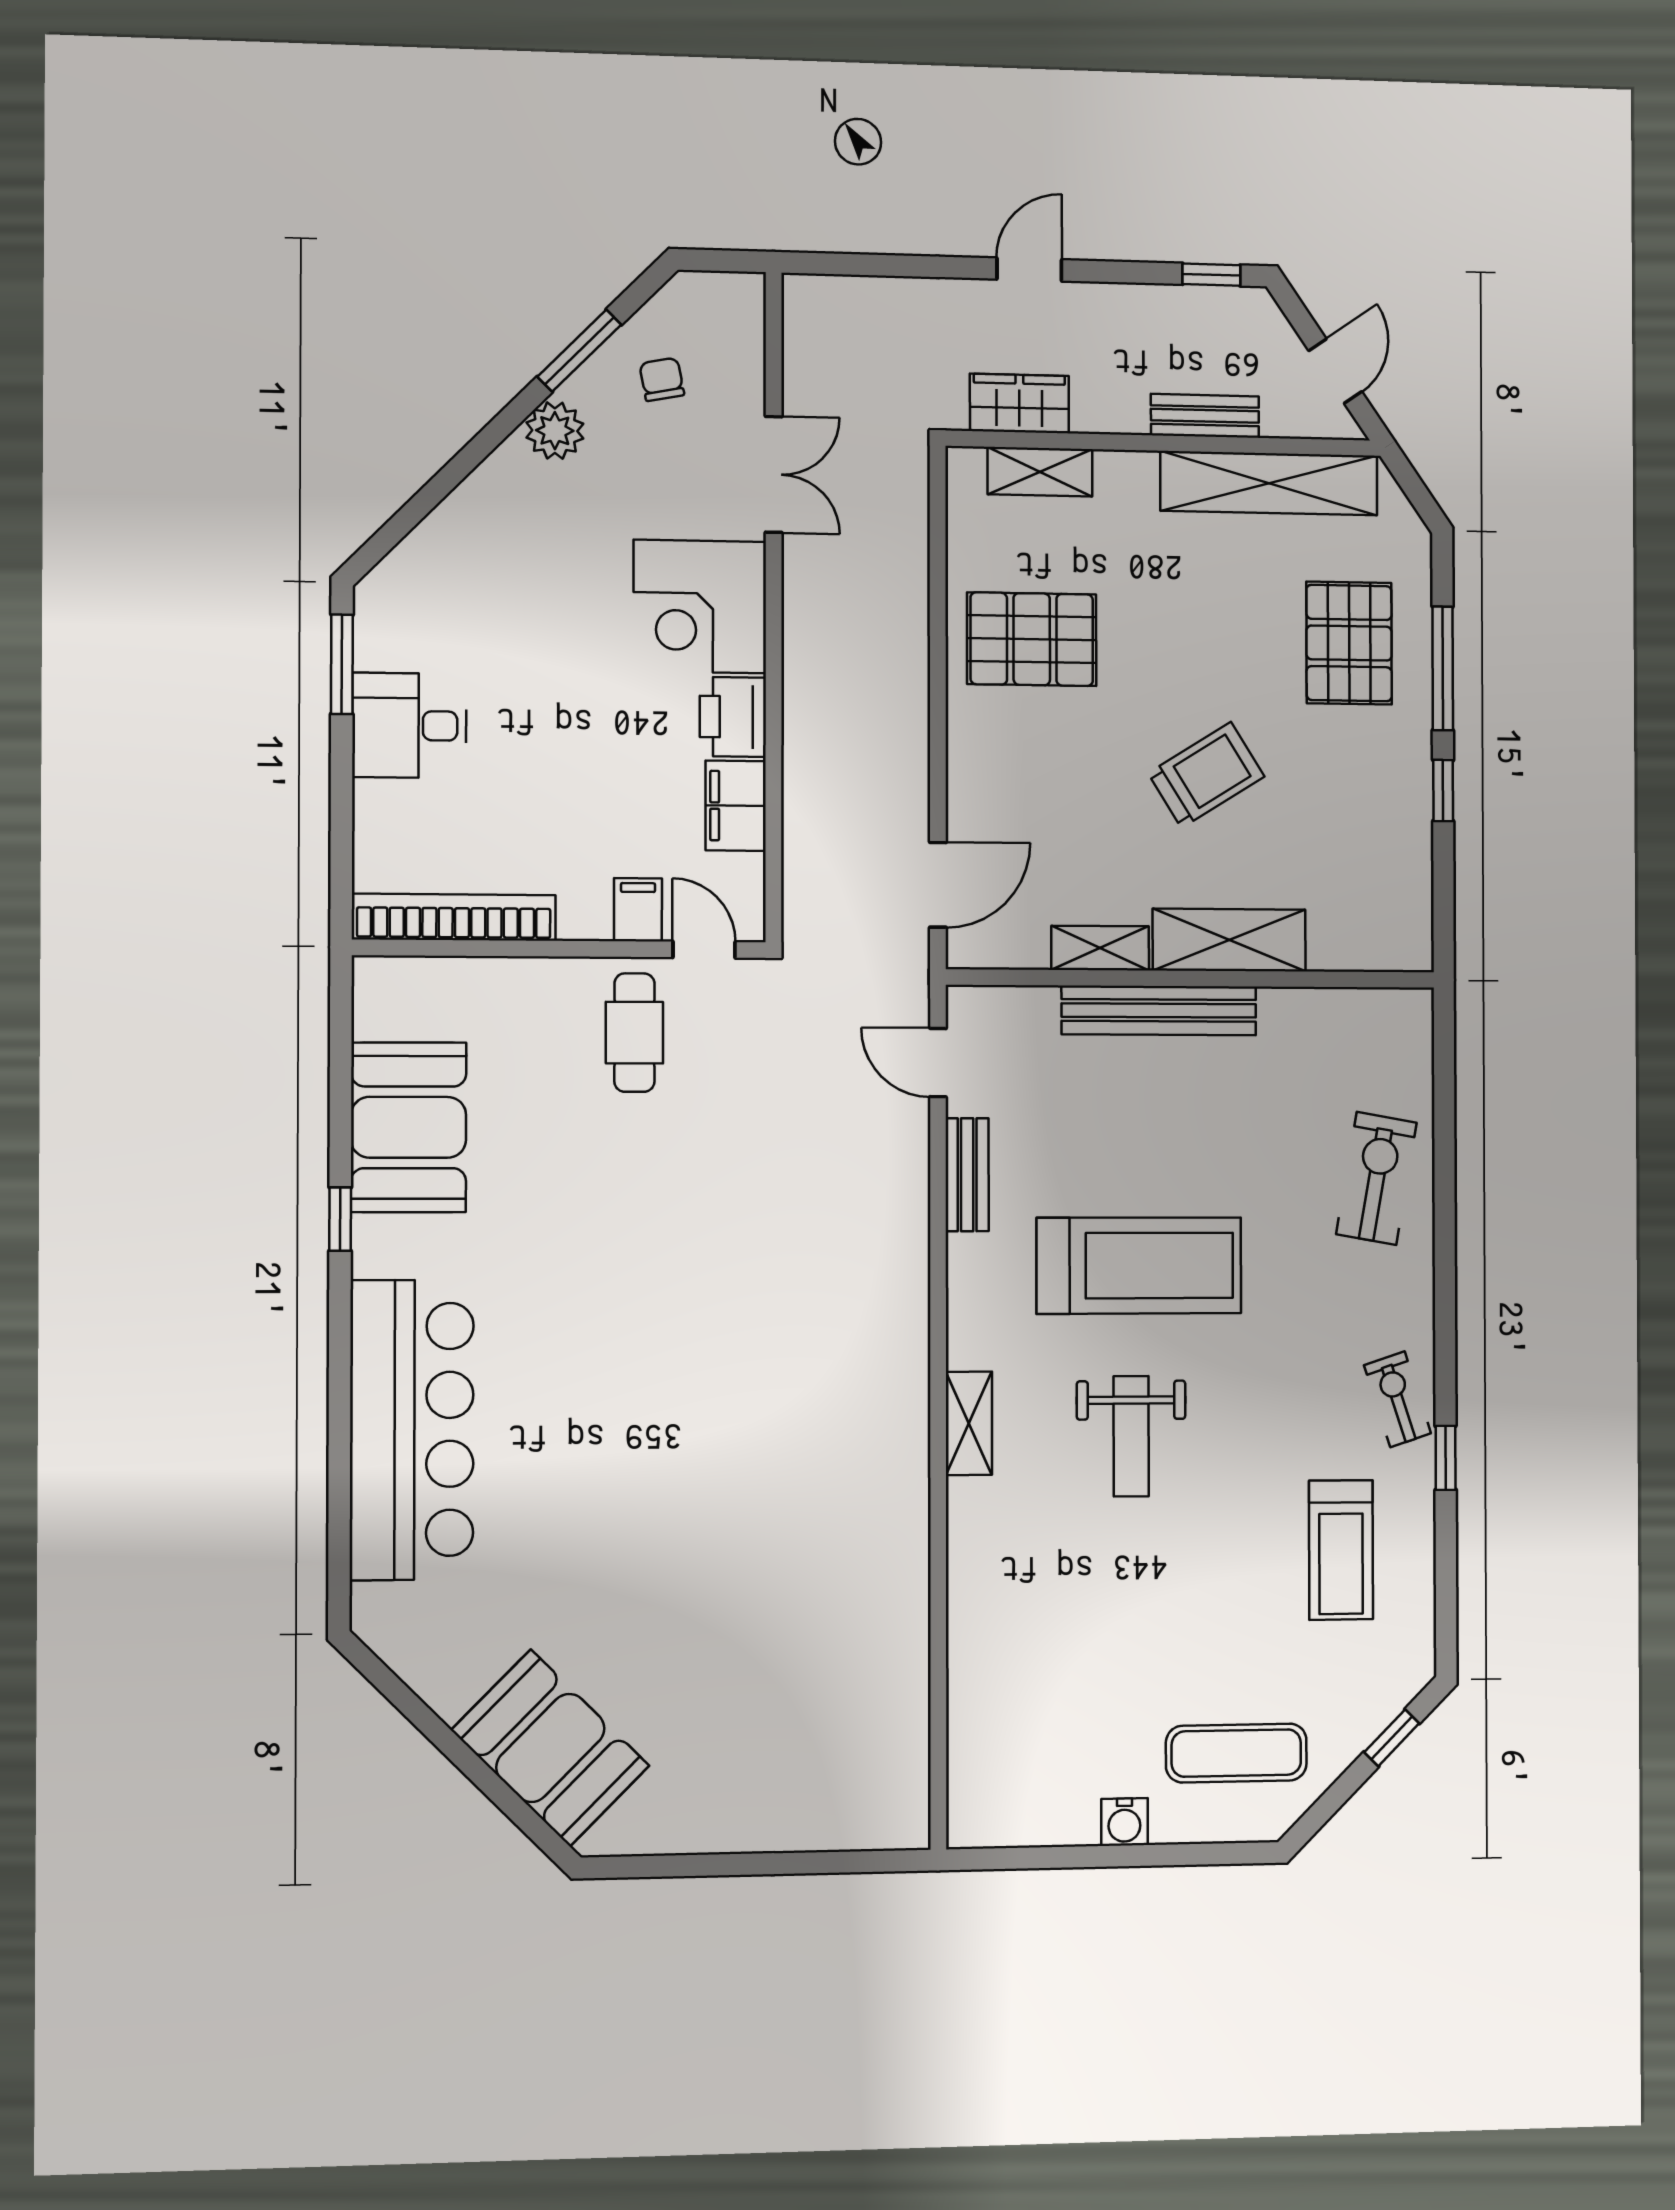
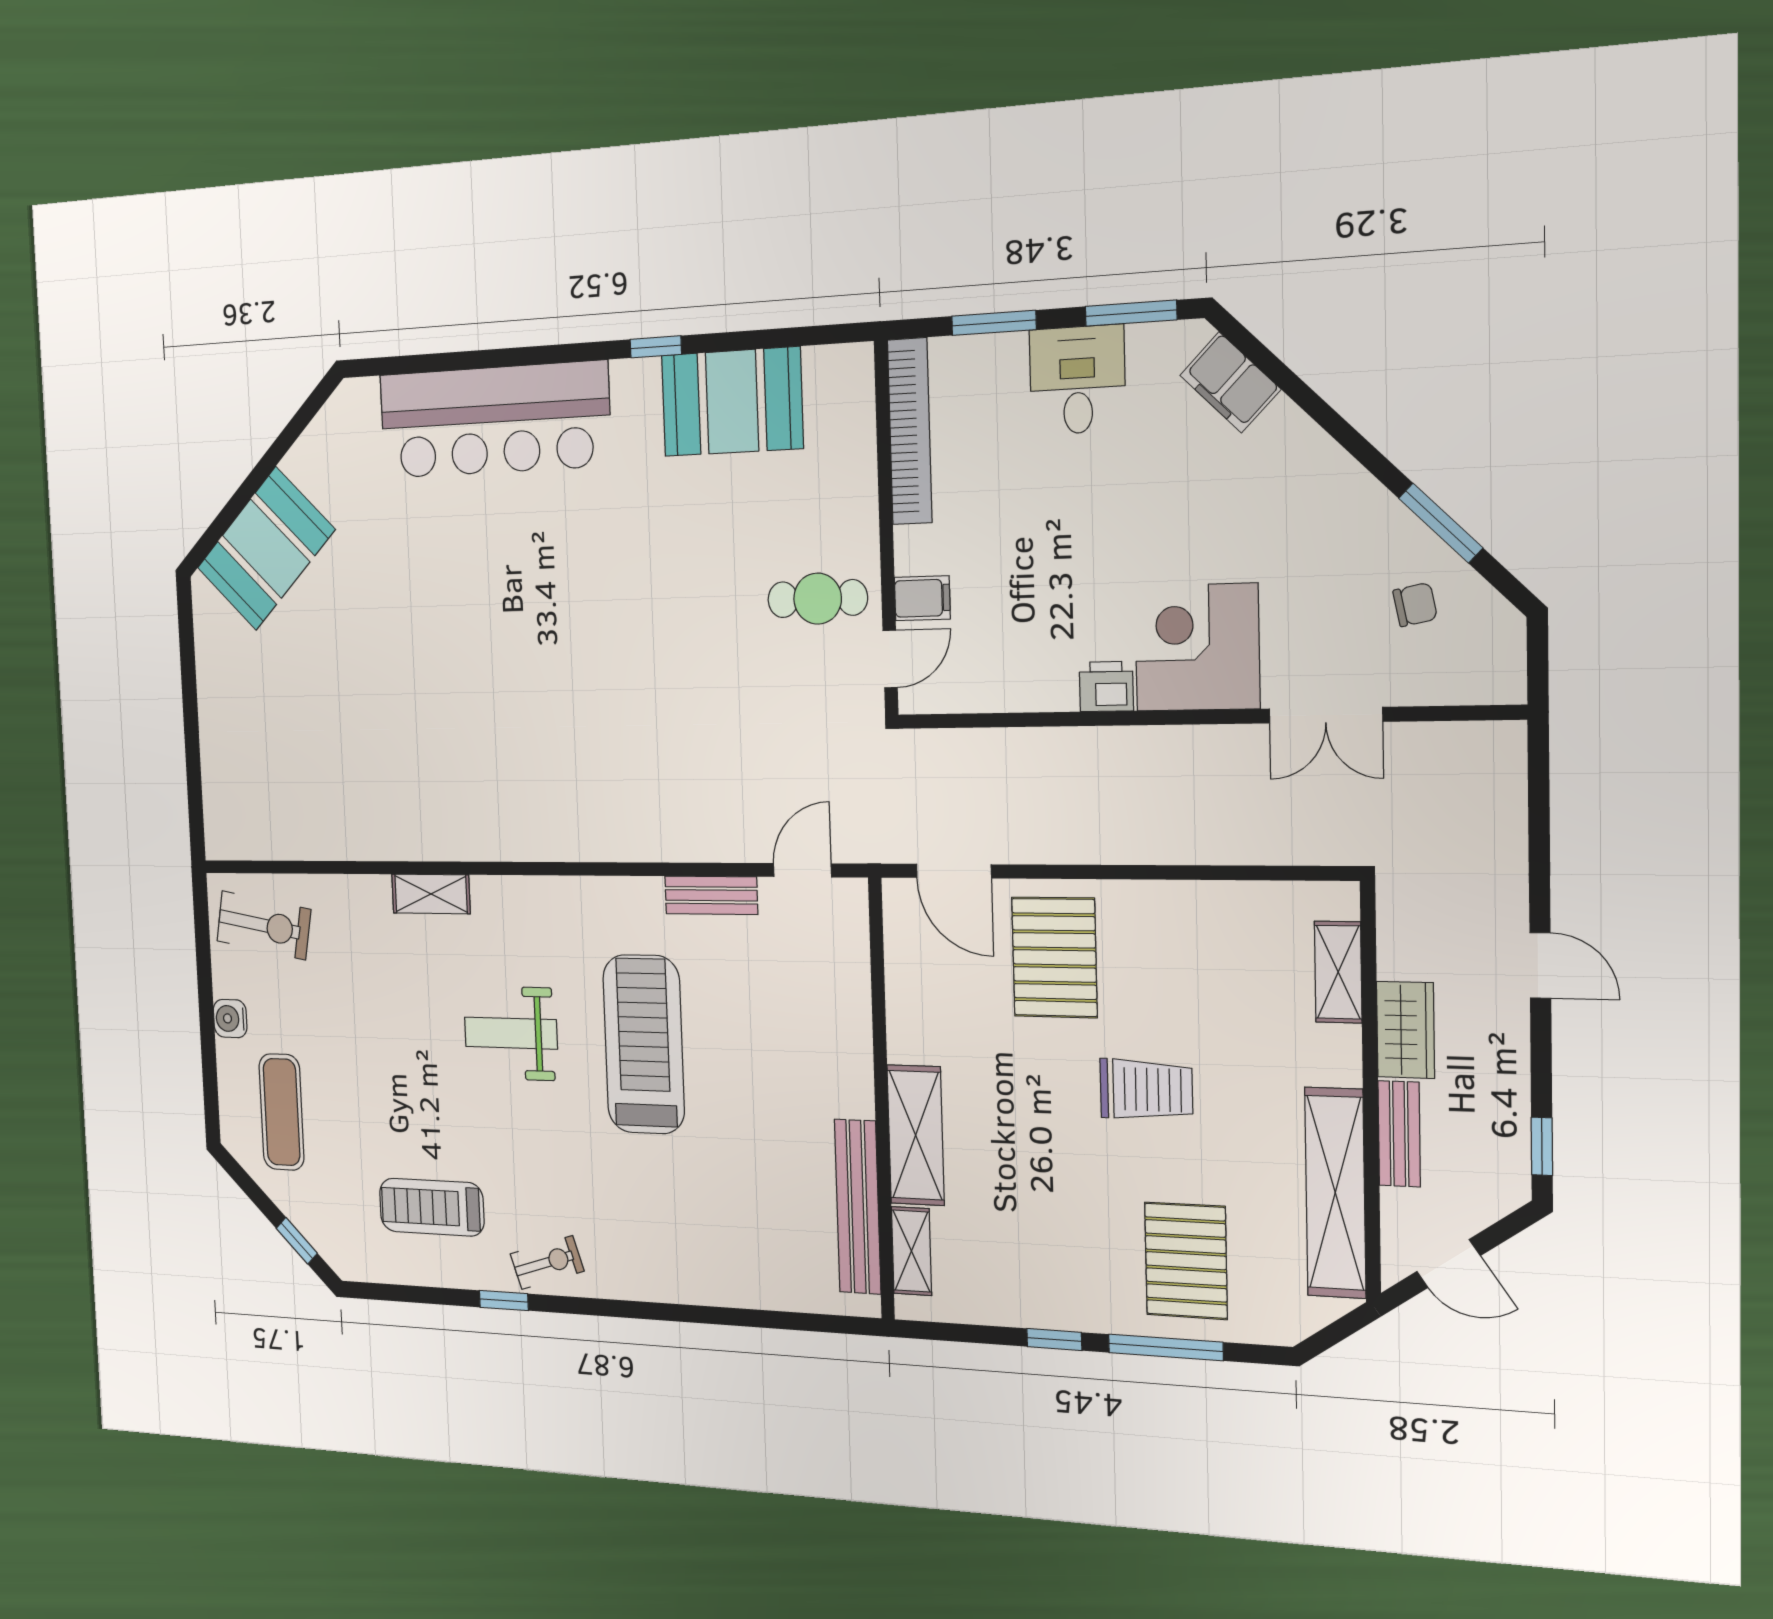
wardrobe: (1019, 403) -> (1405, 1030), moved
plant: (555, 431) -> (1361, 503), removed
pallet: (1032, 639) -> (1054, 957), moved
pallet: (1349, 643) -> (1186, 1261), turned 90
printer: (733, 717) -> (1106, 687), width x0.73, depth x0.81
trolley: (1206, 775) -> (1146, 1089), moved, turned -58
filing cabinet: (736, 806) -> (1230, 382), moved, turned -135
window: (341, 817) -> (994, 323), added
shelving: (1100, 948) -> (911, 1251), moved
bench: (1159, 1010) -> (858, 1207), moved
exercise bike: (1376, 1178) -> (264, 925), moved
treadmill: (1139, 1266) -> (644, 1044), turned 180
shelving: (969, 1423) -> (431, 894), moved

